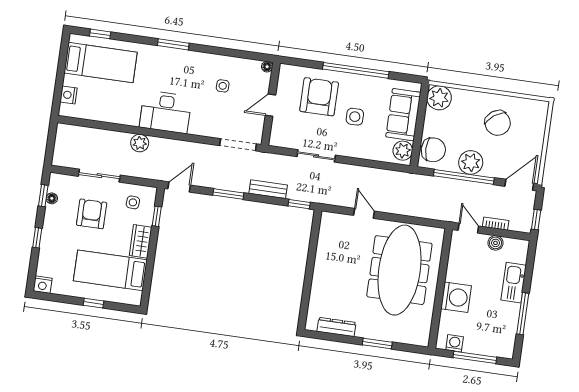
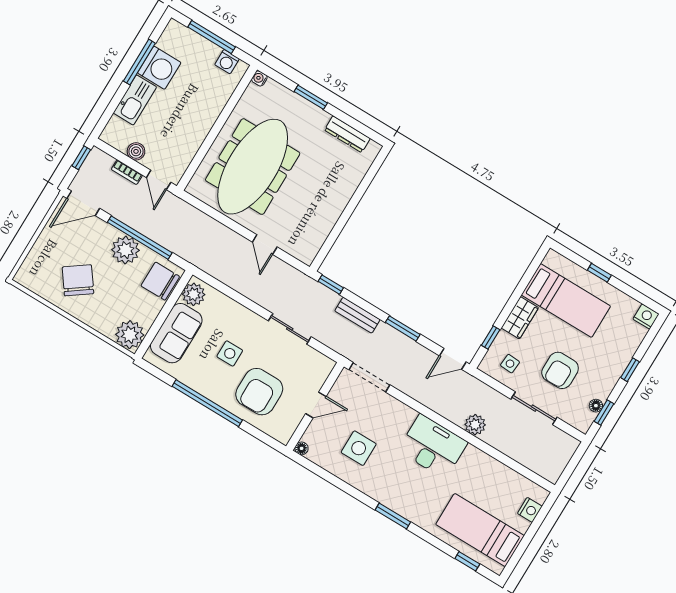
side table: (223, 86) -> (359, 448), width x1.87, depth x1.87
washing machine: (456, 297) -> (159, 68), moved, turned 180
water cooler: (424, 341) -> (259, 78), added

